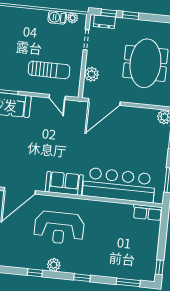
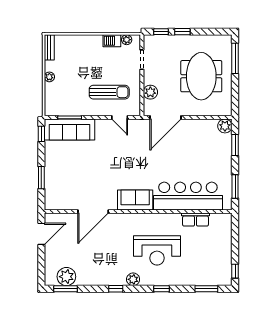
dresser: (104, 22) -> (158, 40), removed
row of seats: (147, 212) -> (196, 220), moved
reception desk: (59, 228) -> (157, 250), moved

